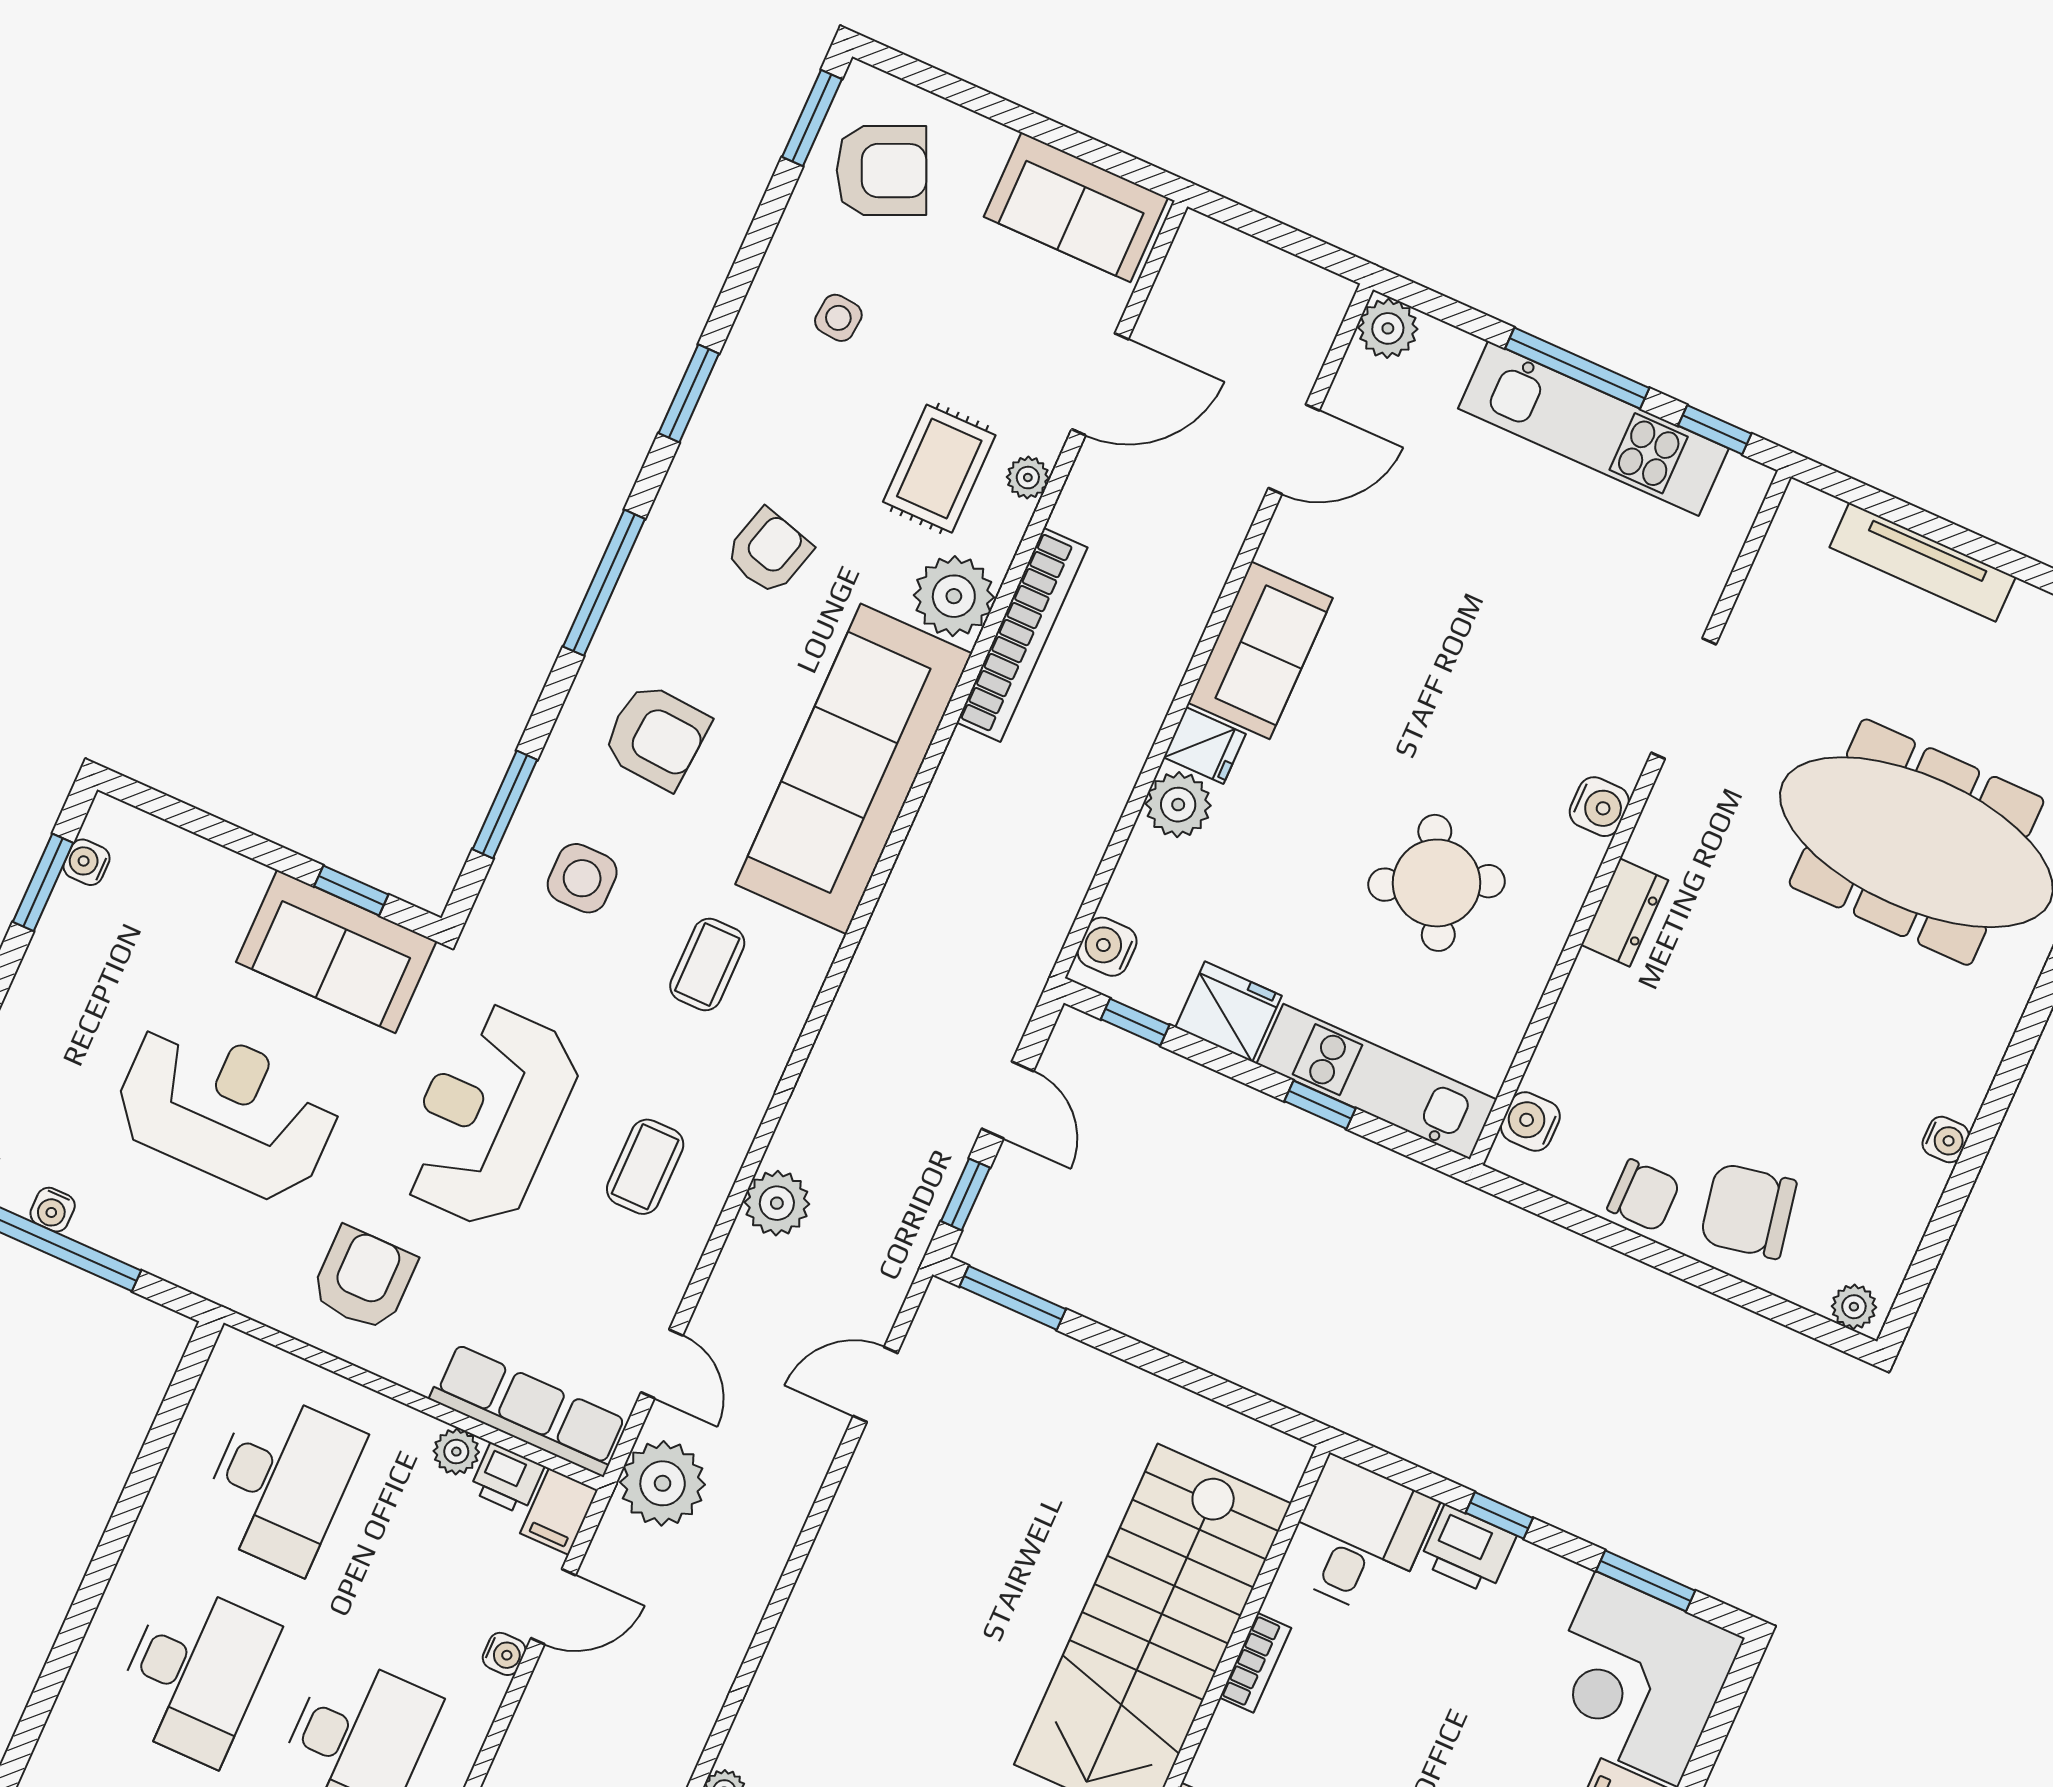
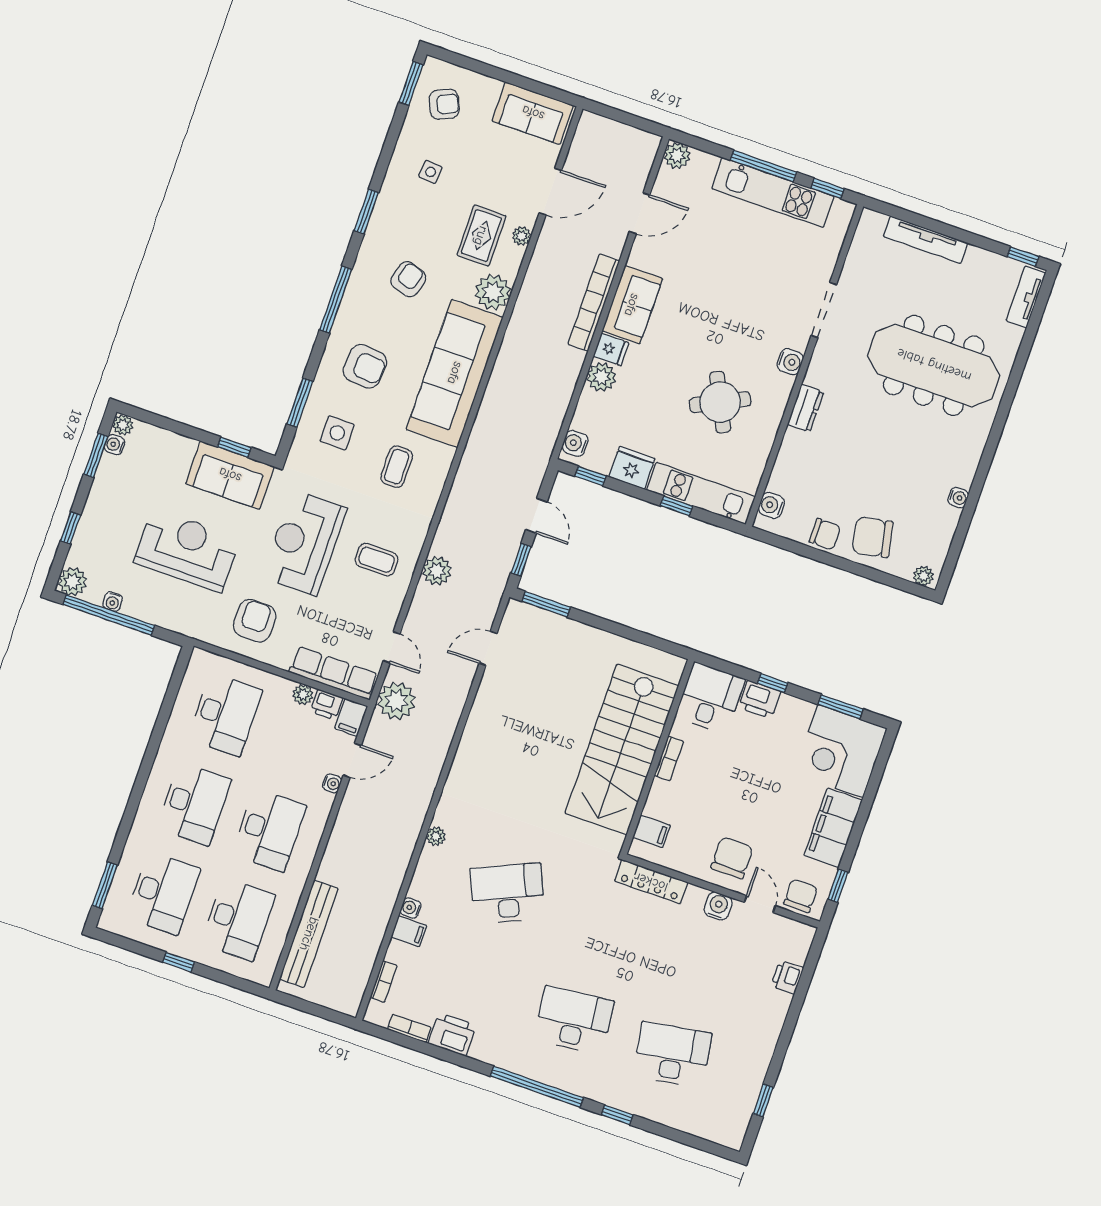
armchair: (881, 171) -> (444, 104), width x0.72, depth x0.72
bookcase: (1022, 635) -> (594, 302), moved, turned 180
plant: (109, 820) -> (123, 425), added
coffee table: (645, 1167) -> (377, 560), turned 90

